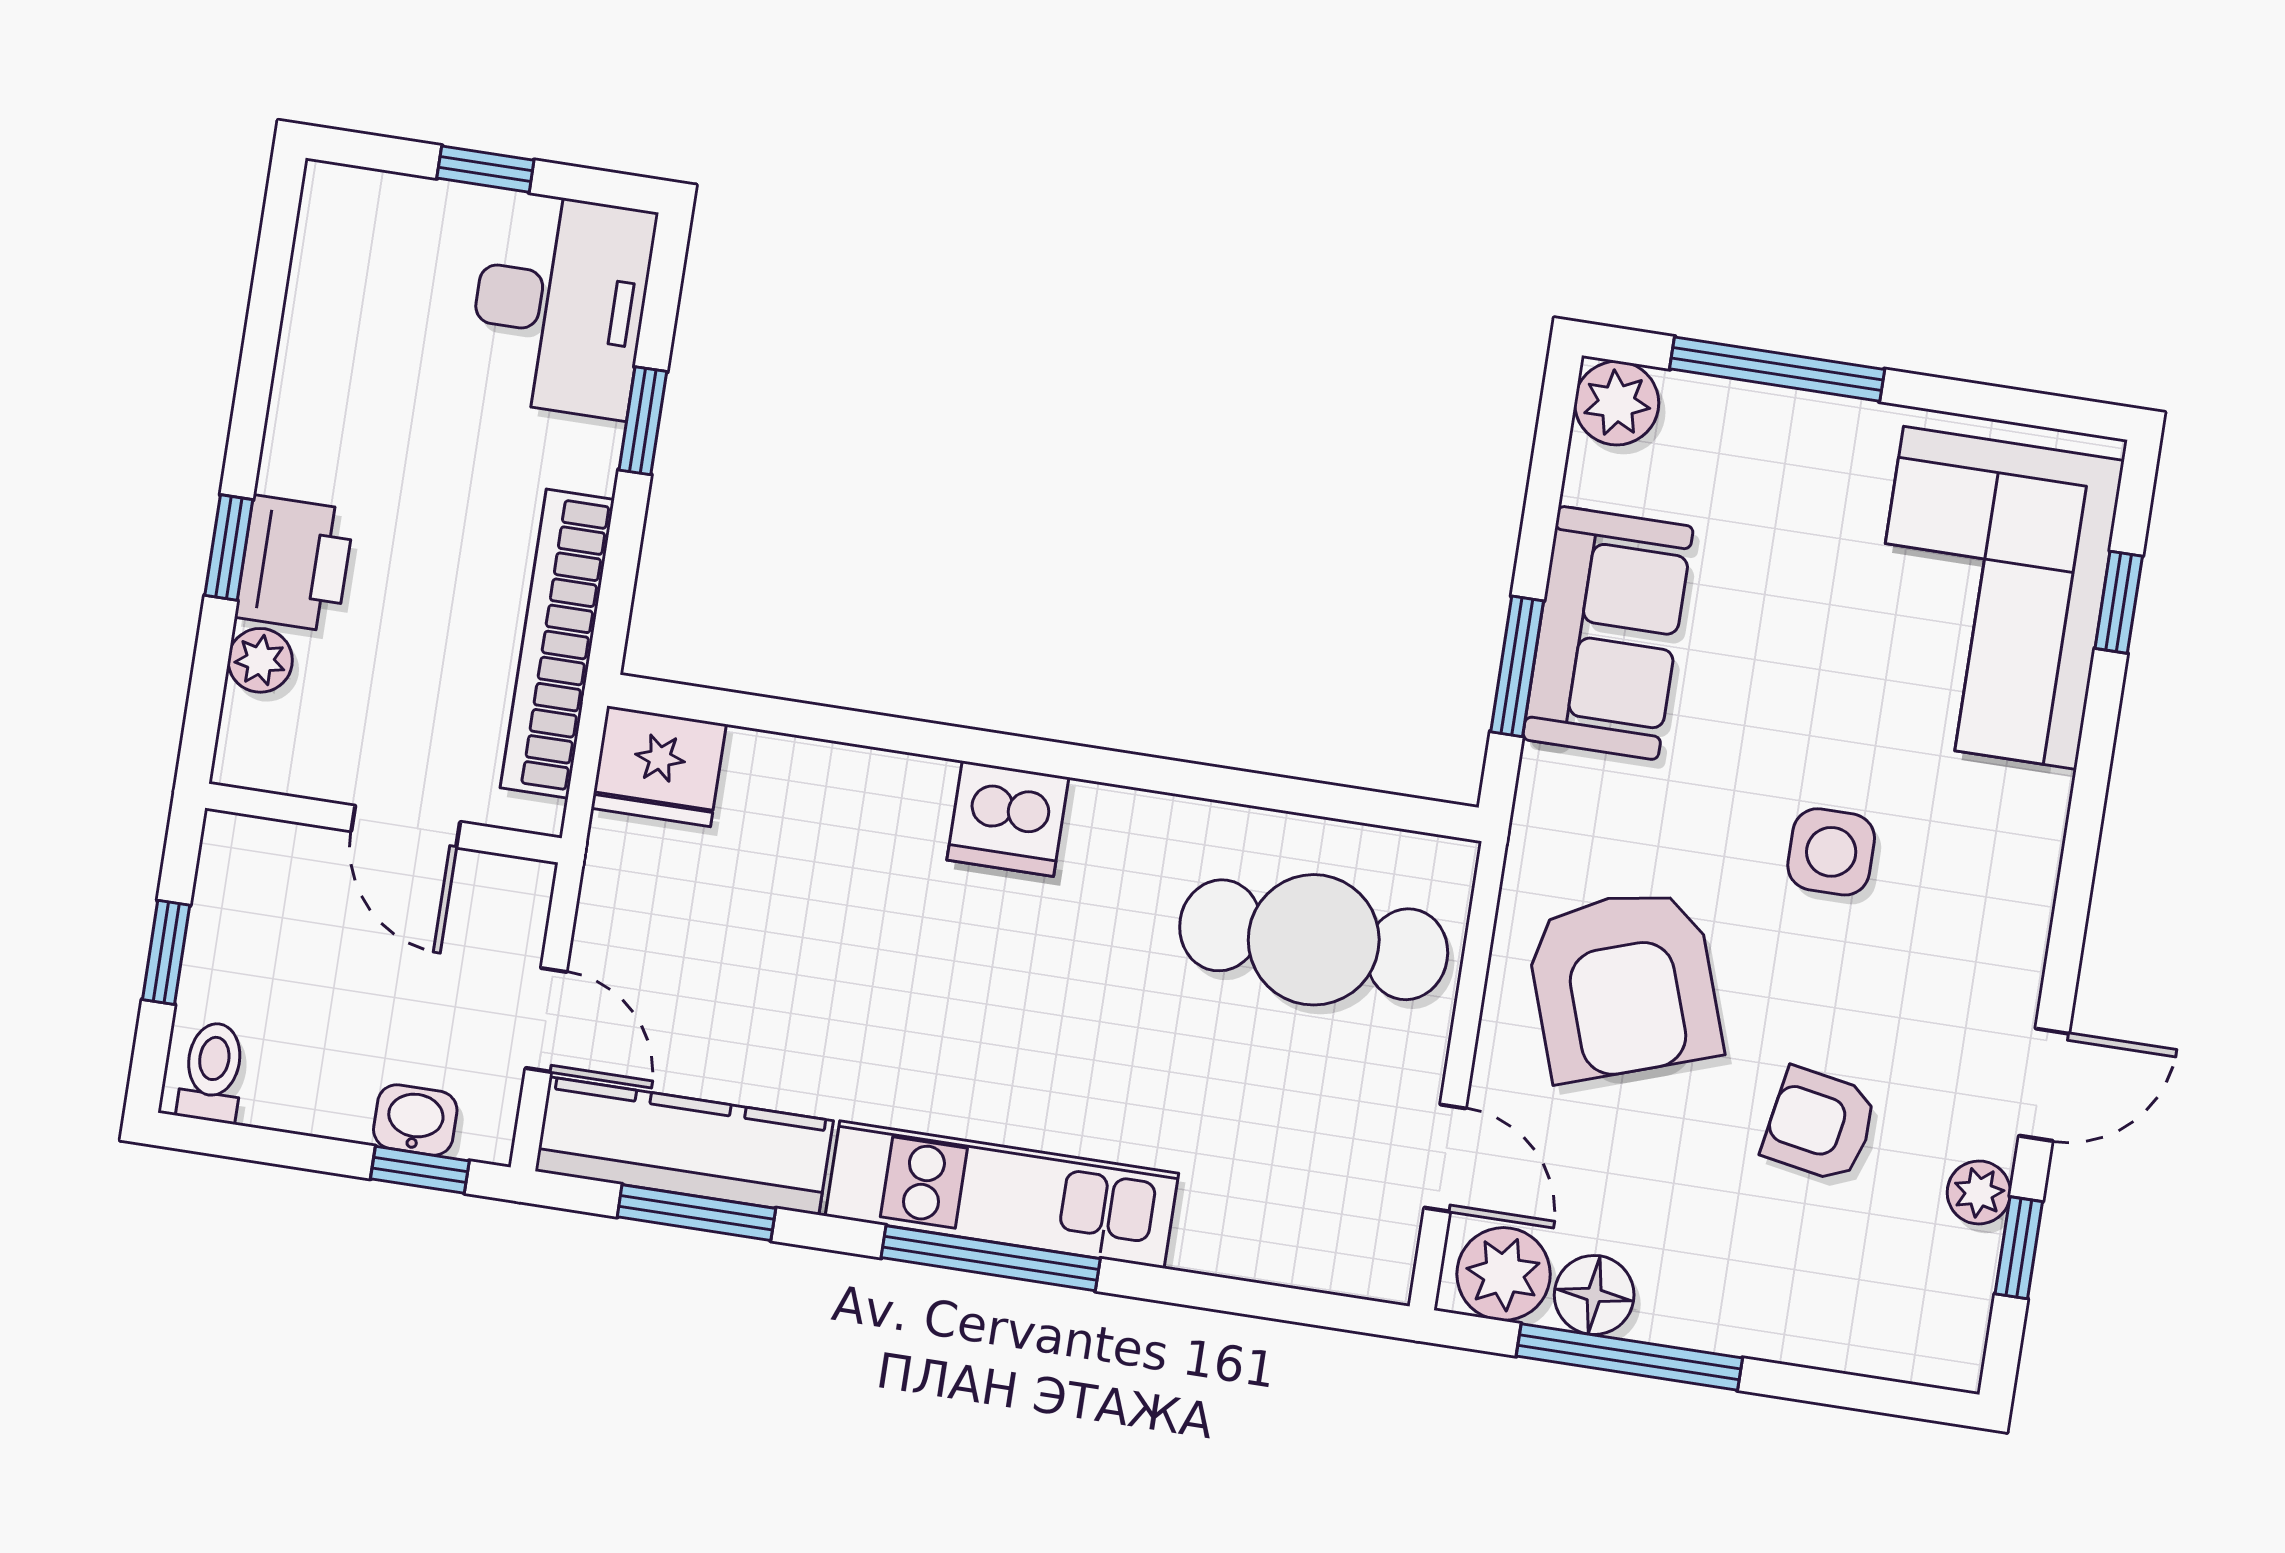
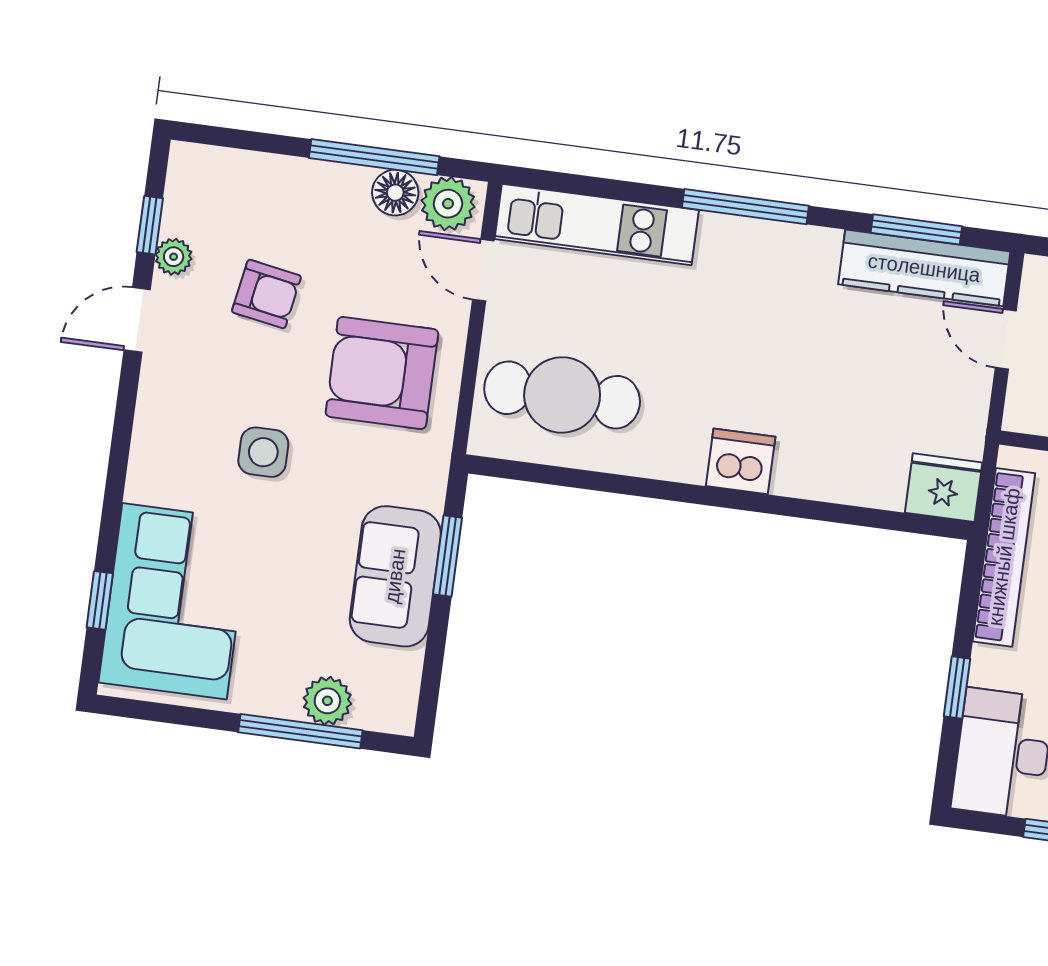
plant: (1617, 403) -> (327, 701), moved
armchair: (1624, 984) -> (382, 373), turned -71
kitchen unit: (1002, 1195) -> (597, 225), moved

